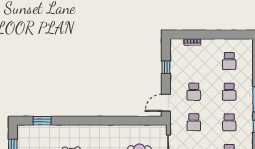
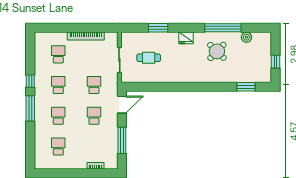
window: (166, 67) -> (122, 140), width x2.17

